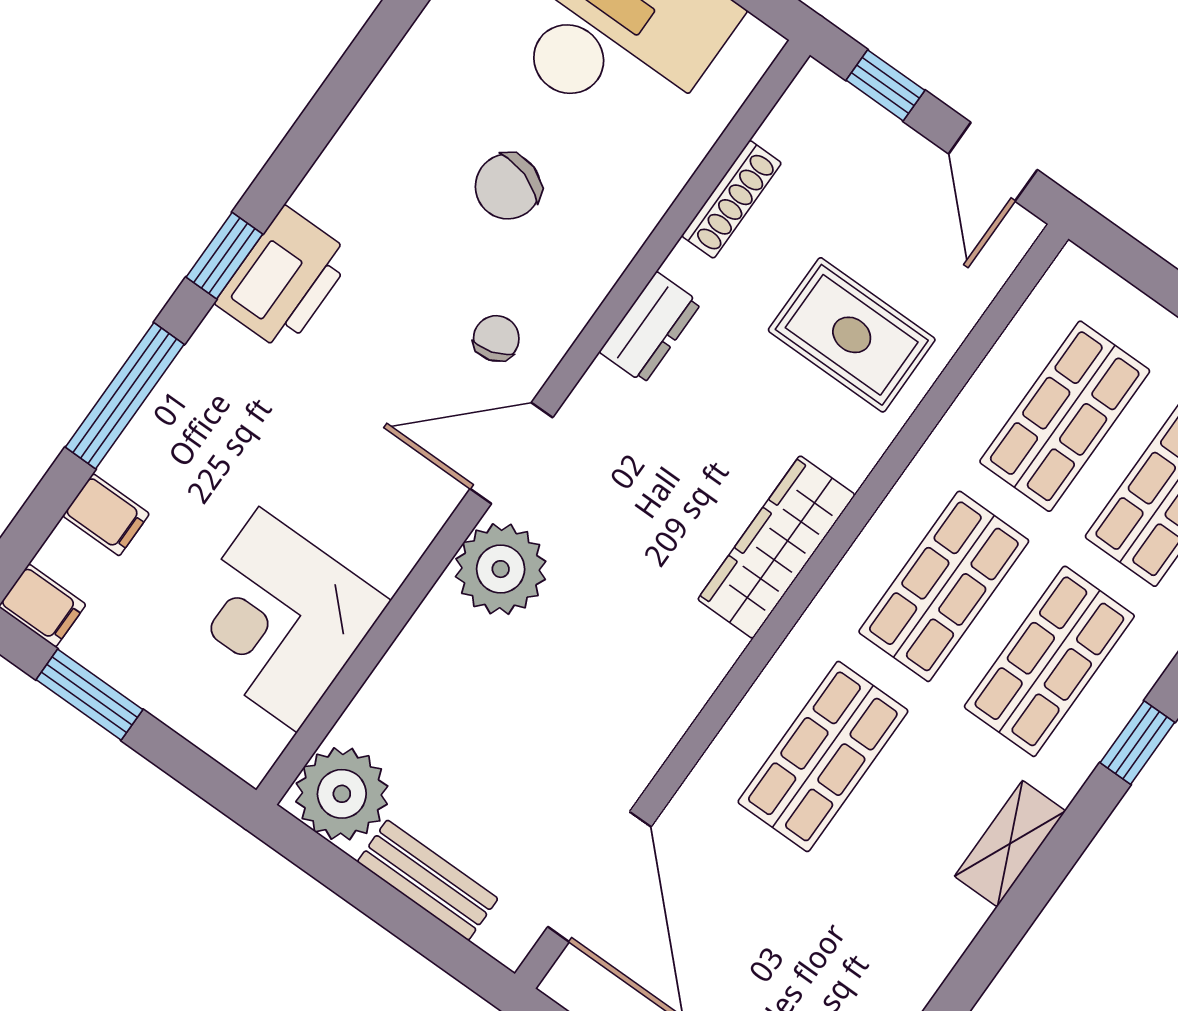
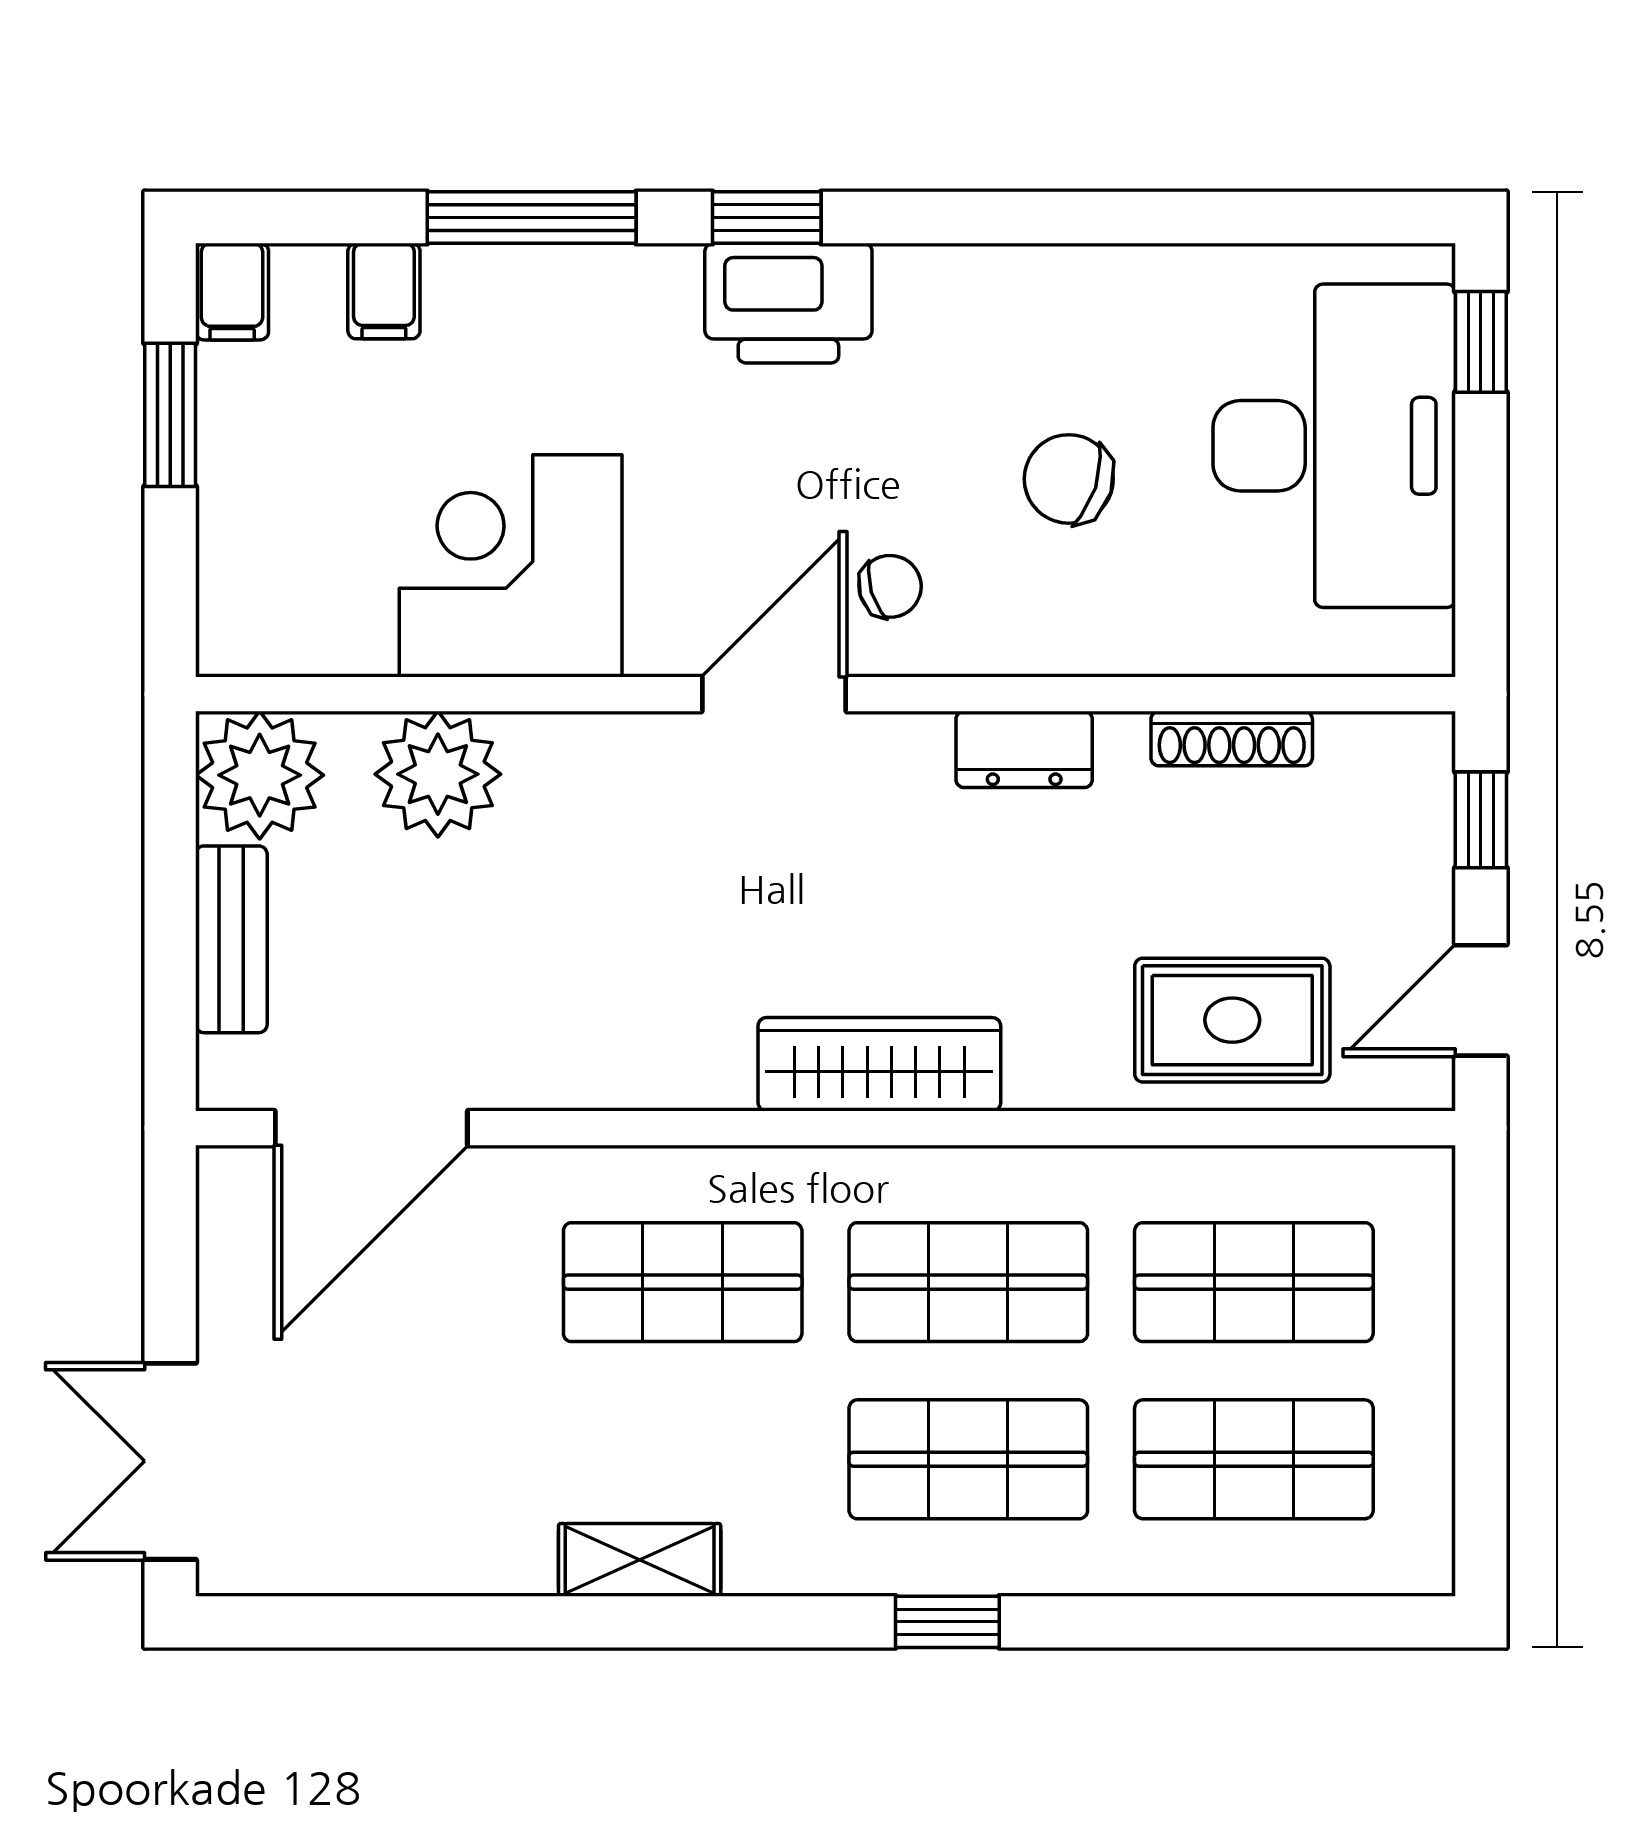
rug: (852, 335) -> (1232, 1020), moved, turned 90
door: (511, 453) -> (774, 694), hinge flipped
plant: (501, 569) -> (438, 774), moved
corner desk: (278, 620) -> (511, 566), moved
shelving: (1010, 844) -> (640, 1560), moved

